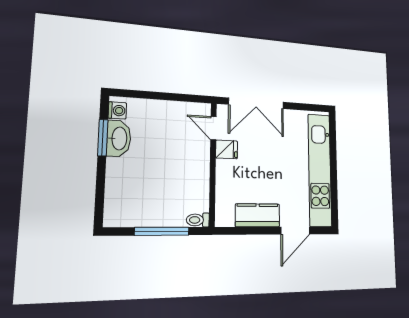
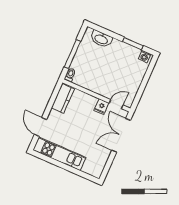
washbasin: (119, 138) -> (101, 39), moved
kitchen unit: (320, 170) -> (59, 154), width x0.73
kitchen counter: (258, 215) -> (63, 98), moved

